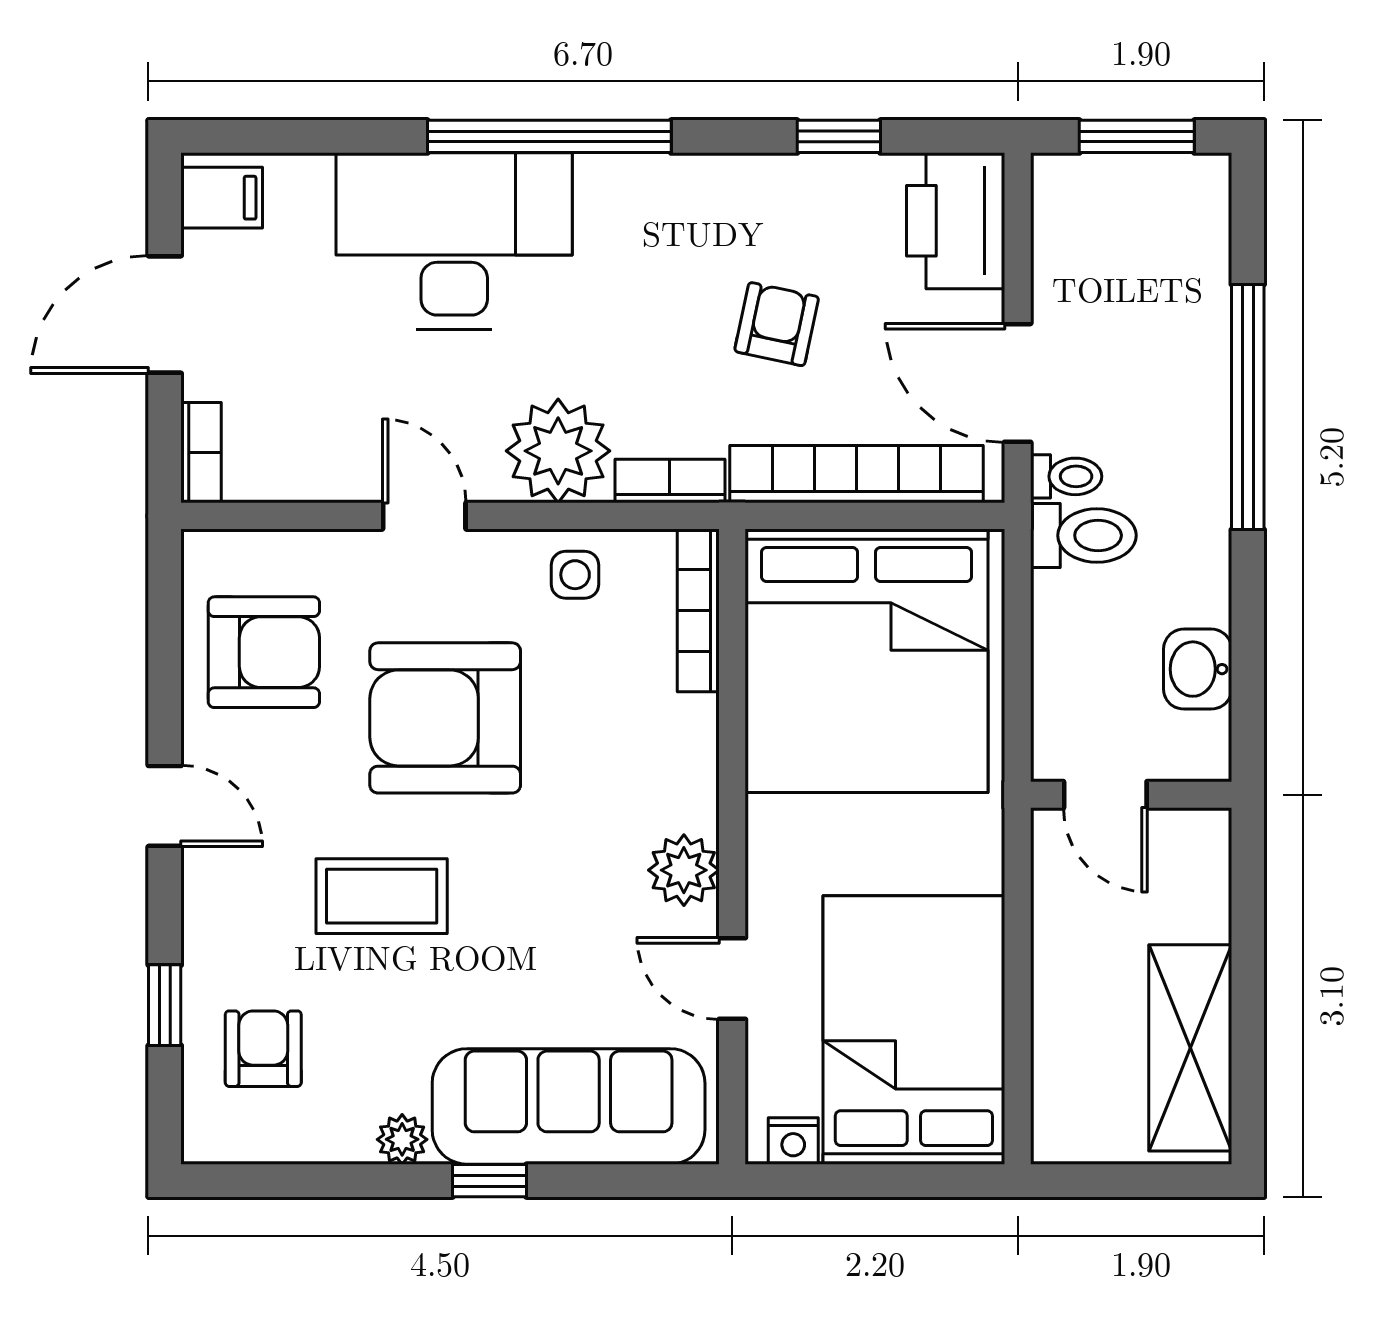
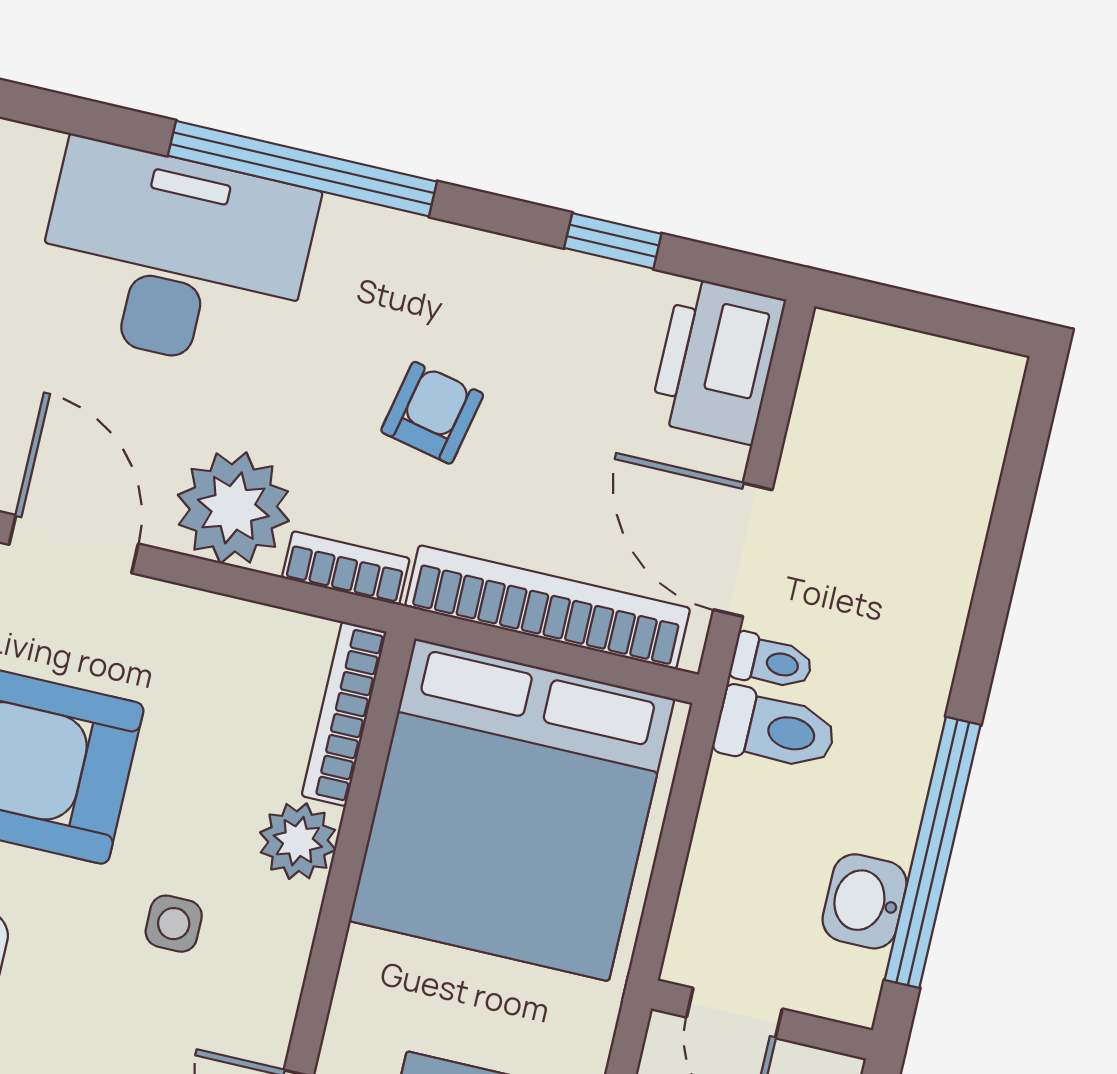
window: (1137, 136) -> (932, 315), removed
armchair: (777, 324) -> (432, 413), moved
window: (1248, 407) -> (933, 852), moved
door: (424, 516) -> (74, 544), width x1.38
side table: (575, 575) -> (174, 924), moved
plant: (684, 870) -> (298, 841), moved

